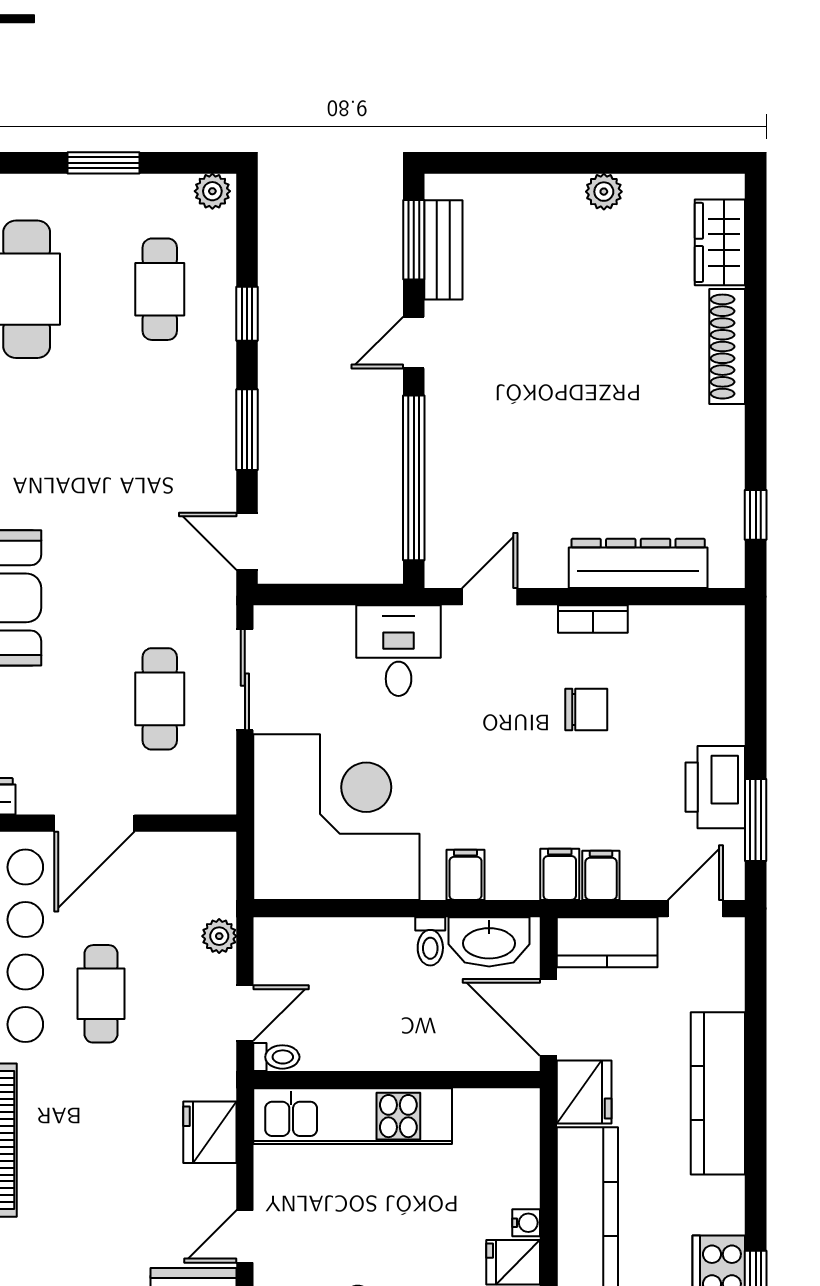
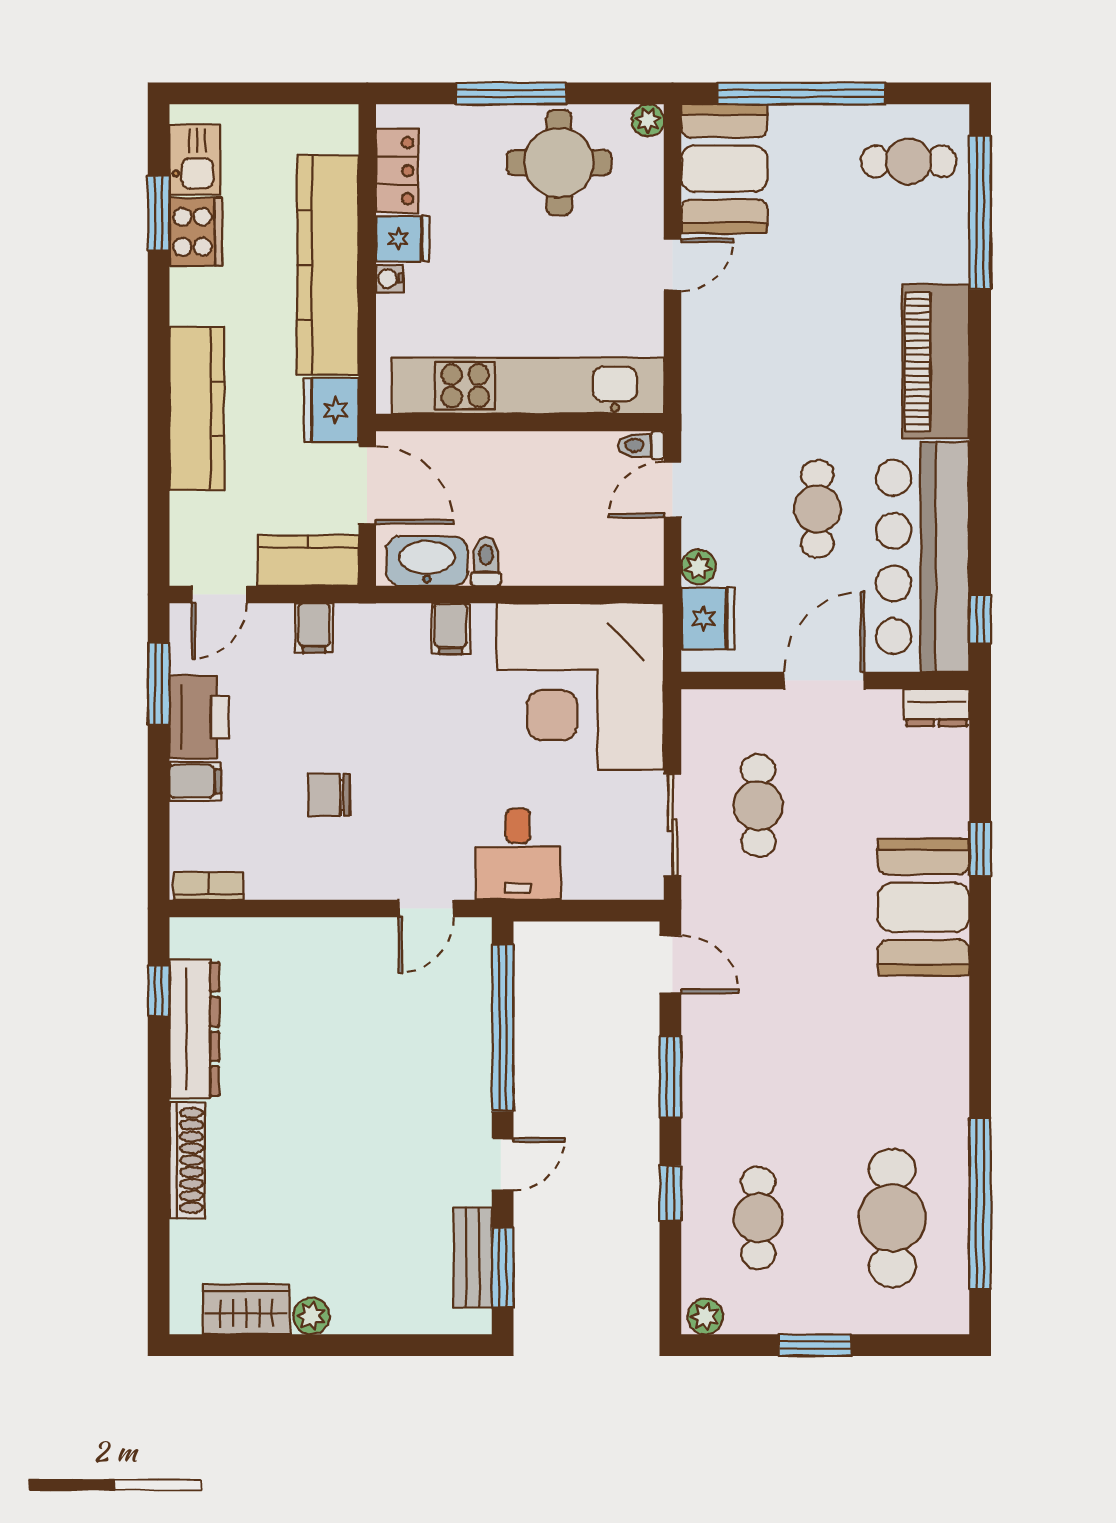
wardrobe: (720, 242) -> (246, 1309), moved, turned -90
dresser: (638, 563) -> (194, 1029), moved, turned -90
bookcase: (593, 619) -> (209, 886), moved
filing cabinet: (560, 874) -> (195, 781), moved, turned -90
kitchen unit: (353, 1116) -> (528, 386), width x1.36
fridge: (210, 1132) -> (708, 619), moved

